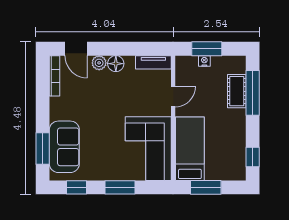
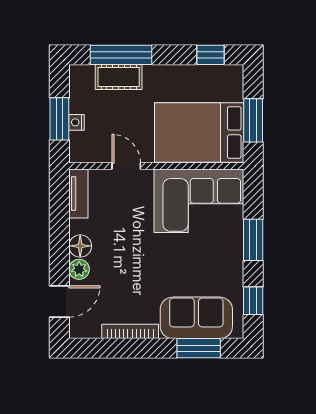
bookcase: (55, 76) -> (130, 331), moved
bed: (190, 149) -> (199, 132), width x1.50

